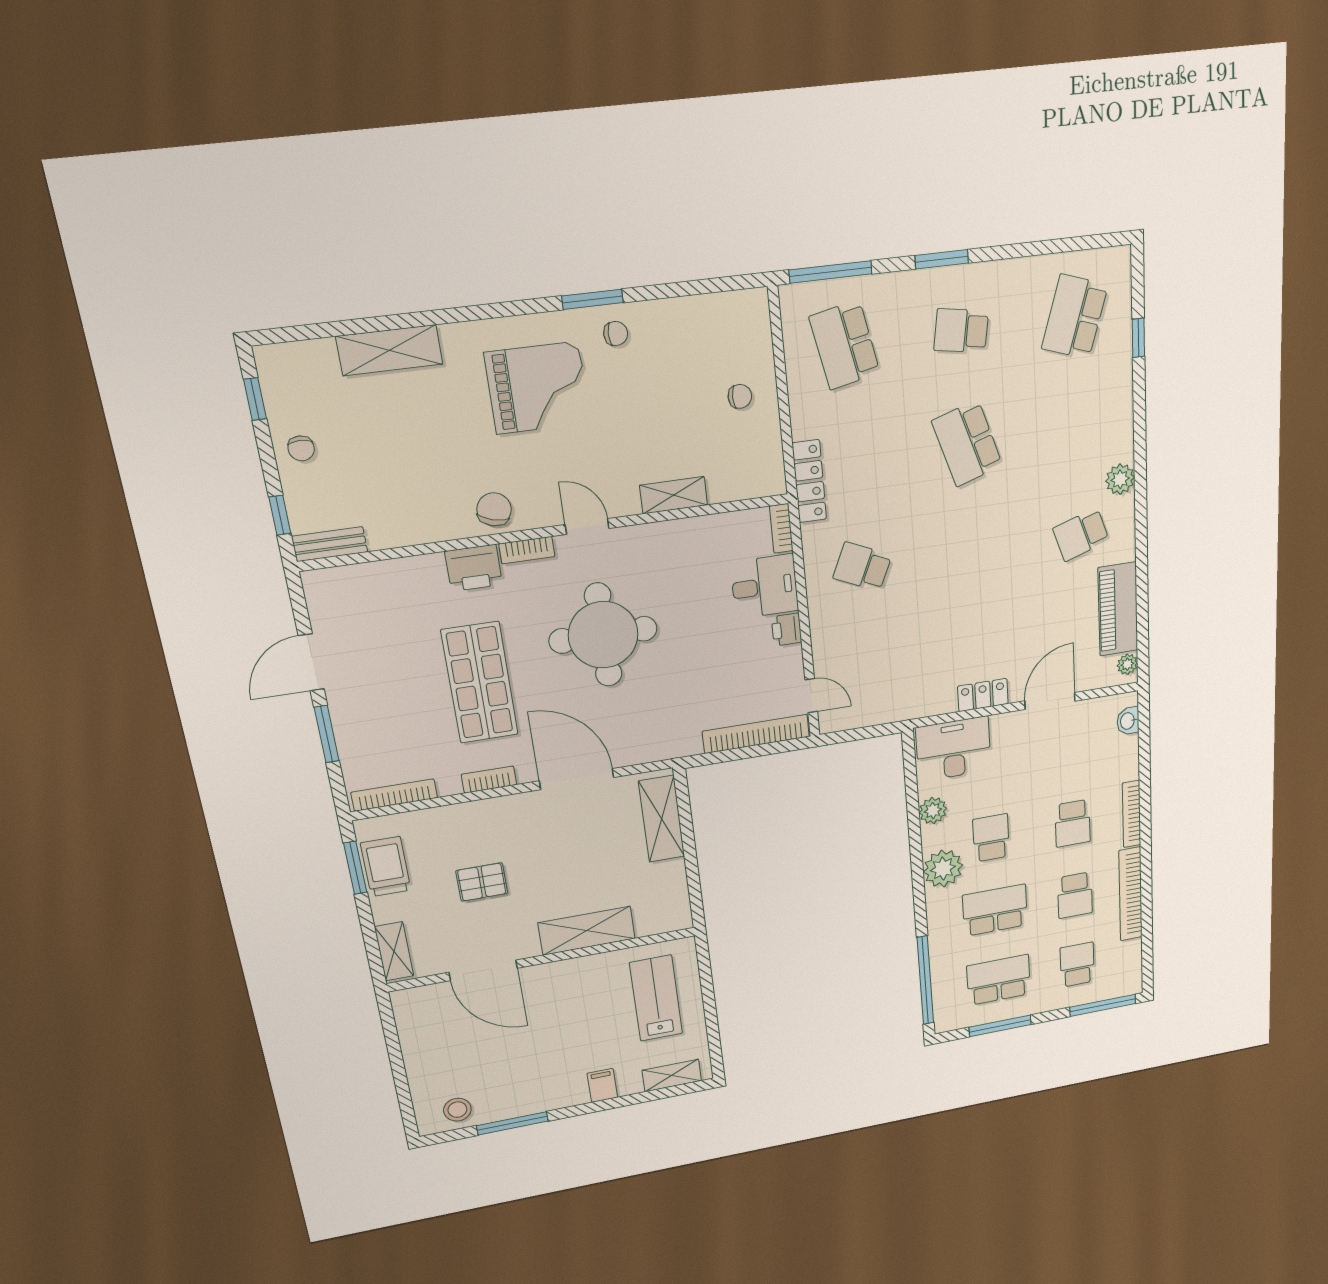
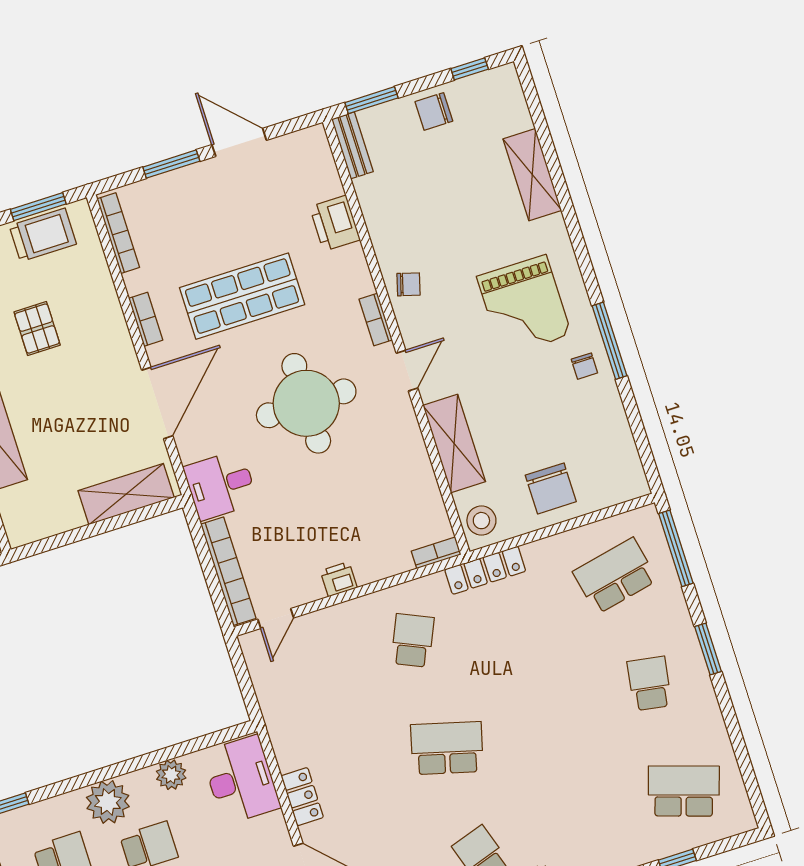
window: (592, 299) -> (610, 341), width x1.44
chair: (740, 396) -> (551, 488), width x1.87, depth x1.87
school desk: (967, 443) -> (447, 748), moved, turned 33
chair: (301, 448) -> (434, 111), width x1.37, depth x1.37
stool: (758, 476) -> (481, 521), added
shelving: (674, 495) -> (454, 443), width x1.50, depth x1.33
chair: (494, 509) -> (409, 284), width x0.73, depth x0.73
window: (280, 515) -> (371, 100), width x1.50
printer: (474, 568) -> (335, 223), moved
desk: (765, 586) -> (221, 485), moved, turned 90

